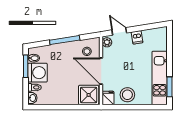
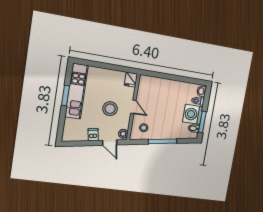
door: (101, 71) -> (133, 107), width x0.53
window: (170, 87) -> (66, 96), moved
shower: (89, 95) -> (149, 86), removed
stool: (127, 95) -> (110, 109), moved

